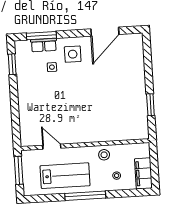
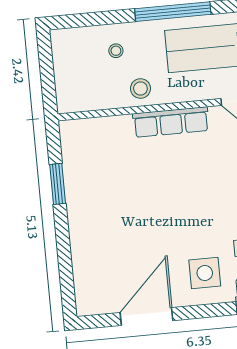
row of seats: (88, 136) -> (171, 122), added
filing cabinet: (143, 173) -> (67, 56), removed

